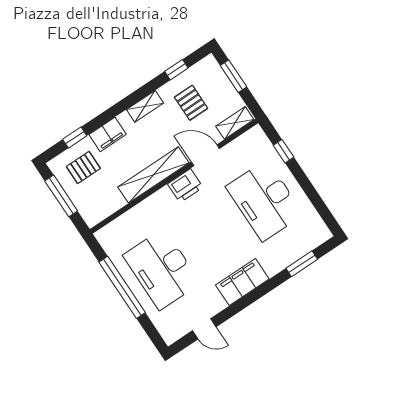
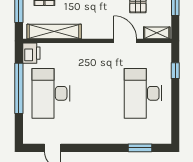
shelving: (153, 175) -> (54, 31), moved
printer: (185, 186) -> (31, 53), moved, turned -90
filing cabinet: (242, 282) -> (96, 135), removed

